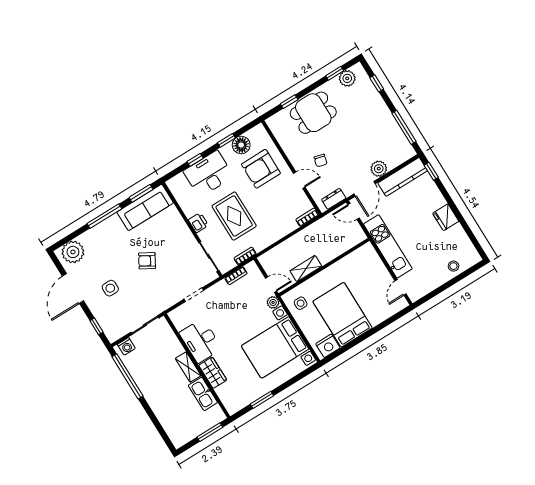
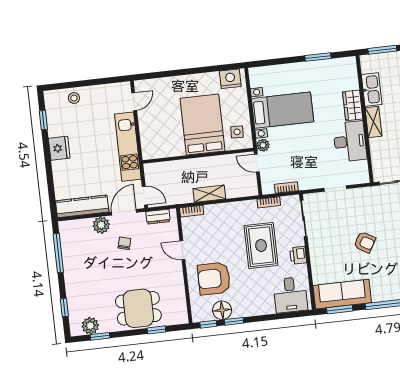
window: (195, 160) -> (208, 324), moved
chair: (321, 160) -> (124, 243), moved
armchair: (261, 169) -> (214, 279), turned 180
window: (431, 171) -> (43, 120), moved
desk: (208, 174) -> (290, 295), moved, width x0.73
shelving: (306, 269) -> (209, 194), moved
bed: (343, 315) -> (202, 125), moved, turned 180
bed with nightstands: (275, 347) -> (282, 110), width x0.73

